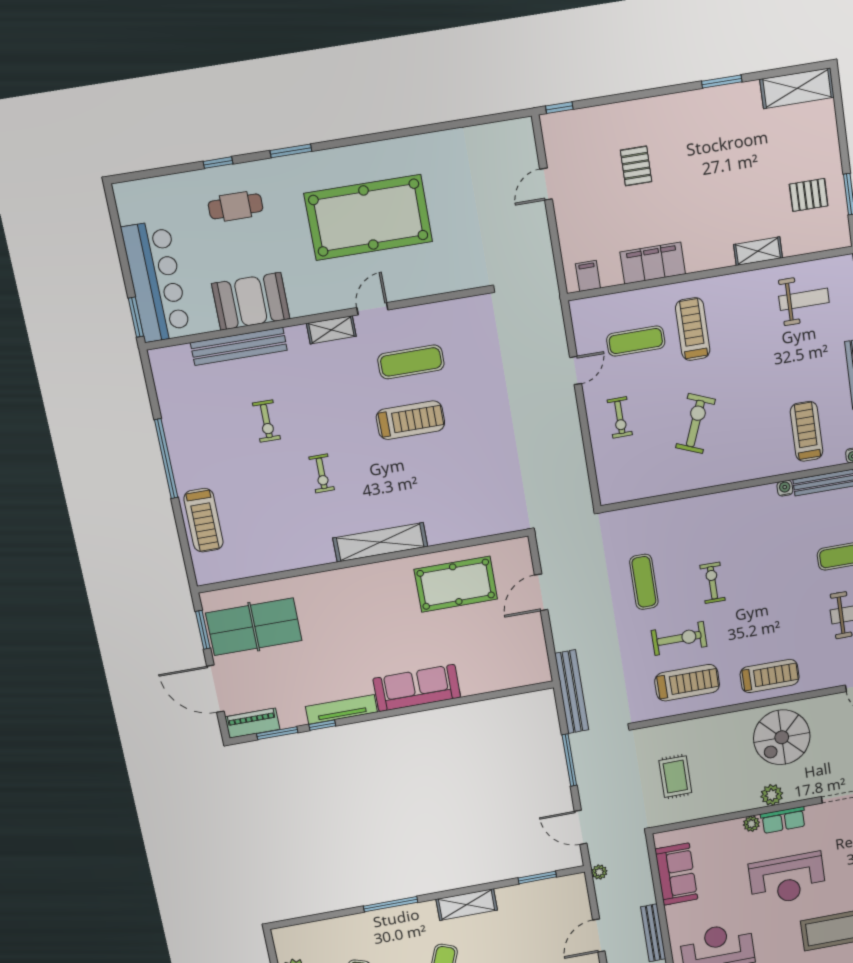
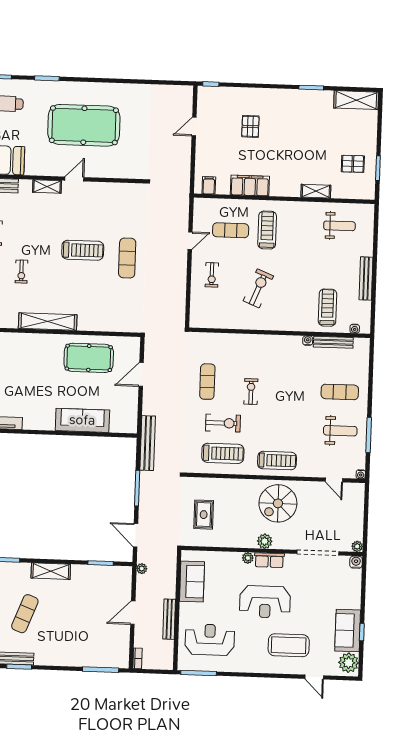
exercise mat: (411, 362) -> (127, 258), moved, turned 90
sofa: (417, 688) -> (82, 420), moved

